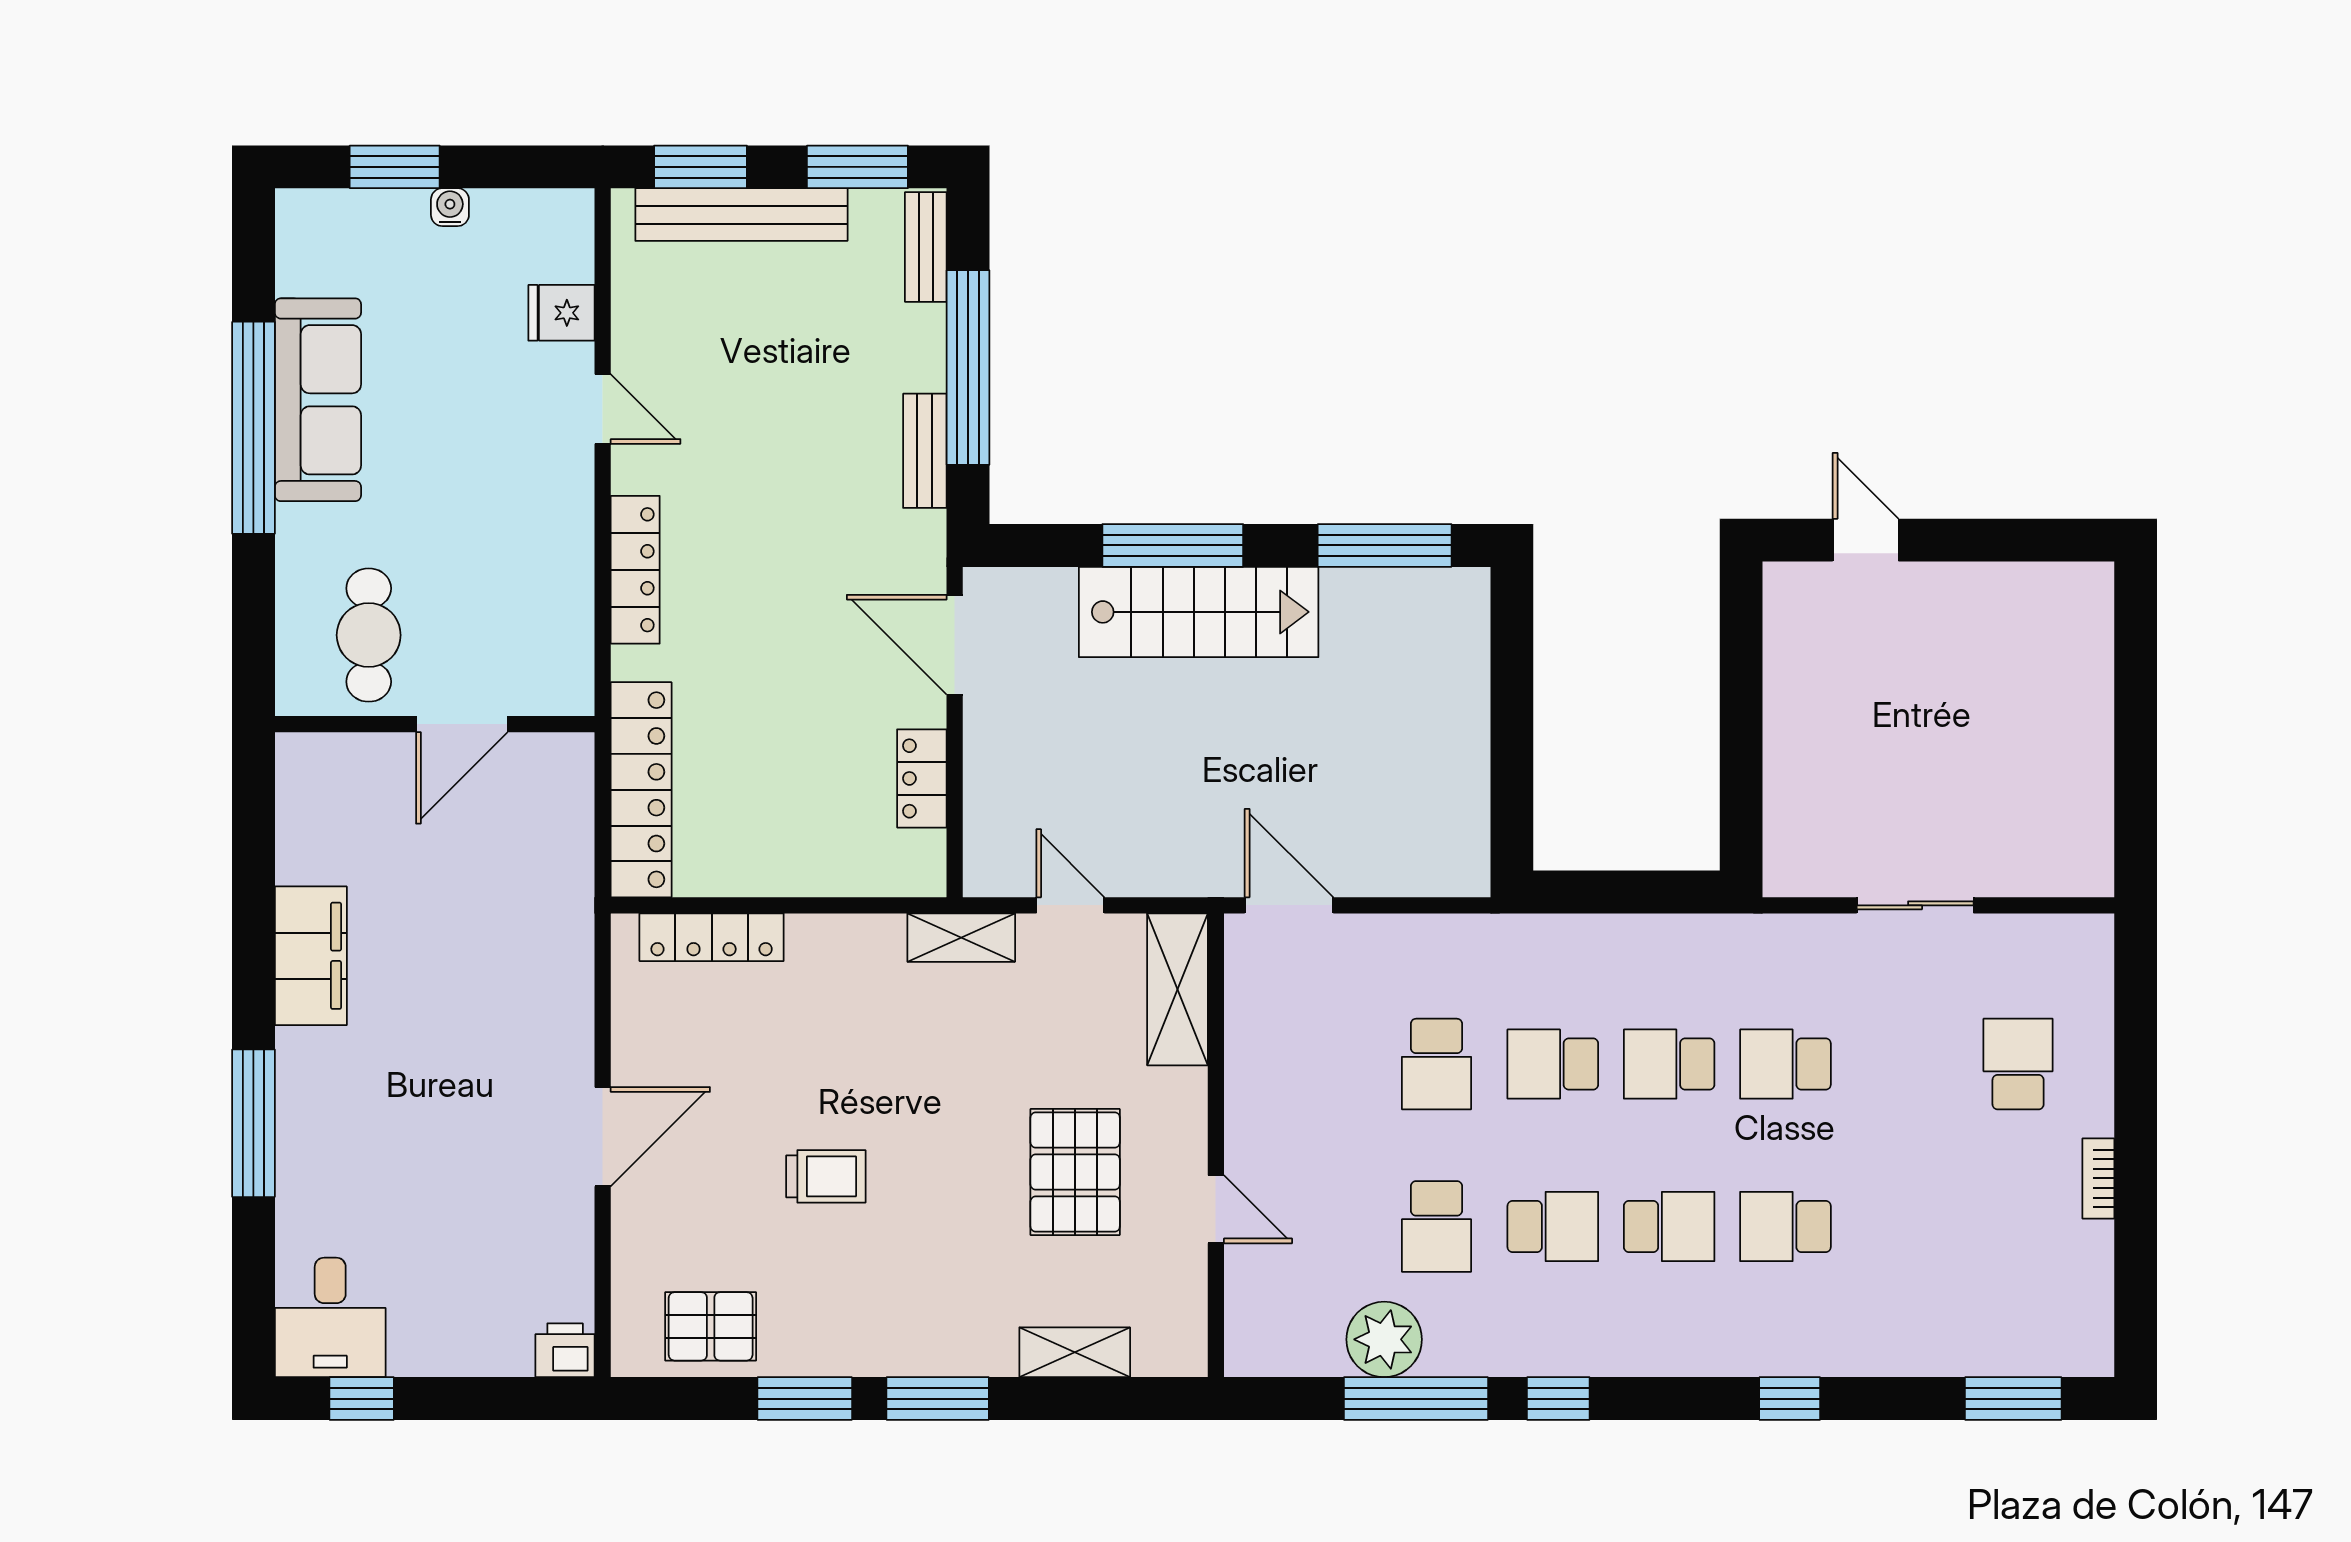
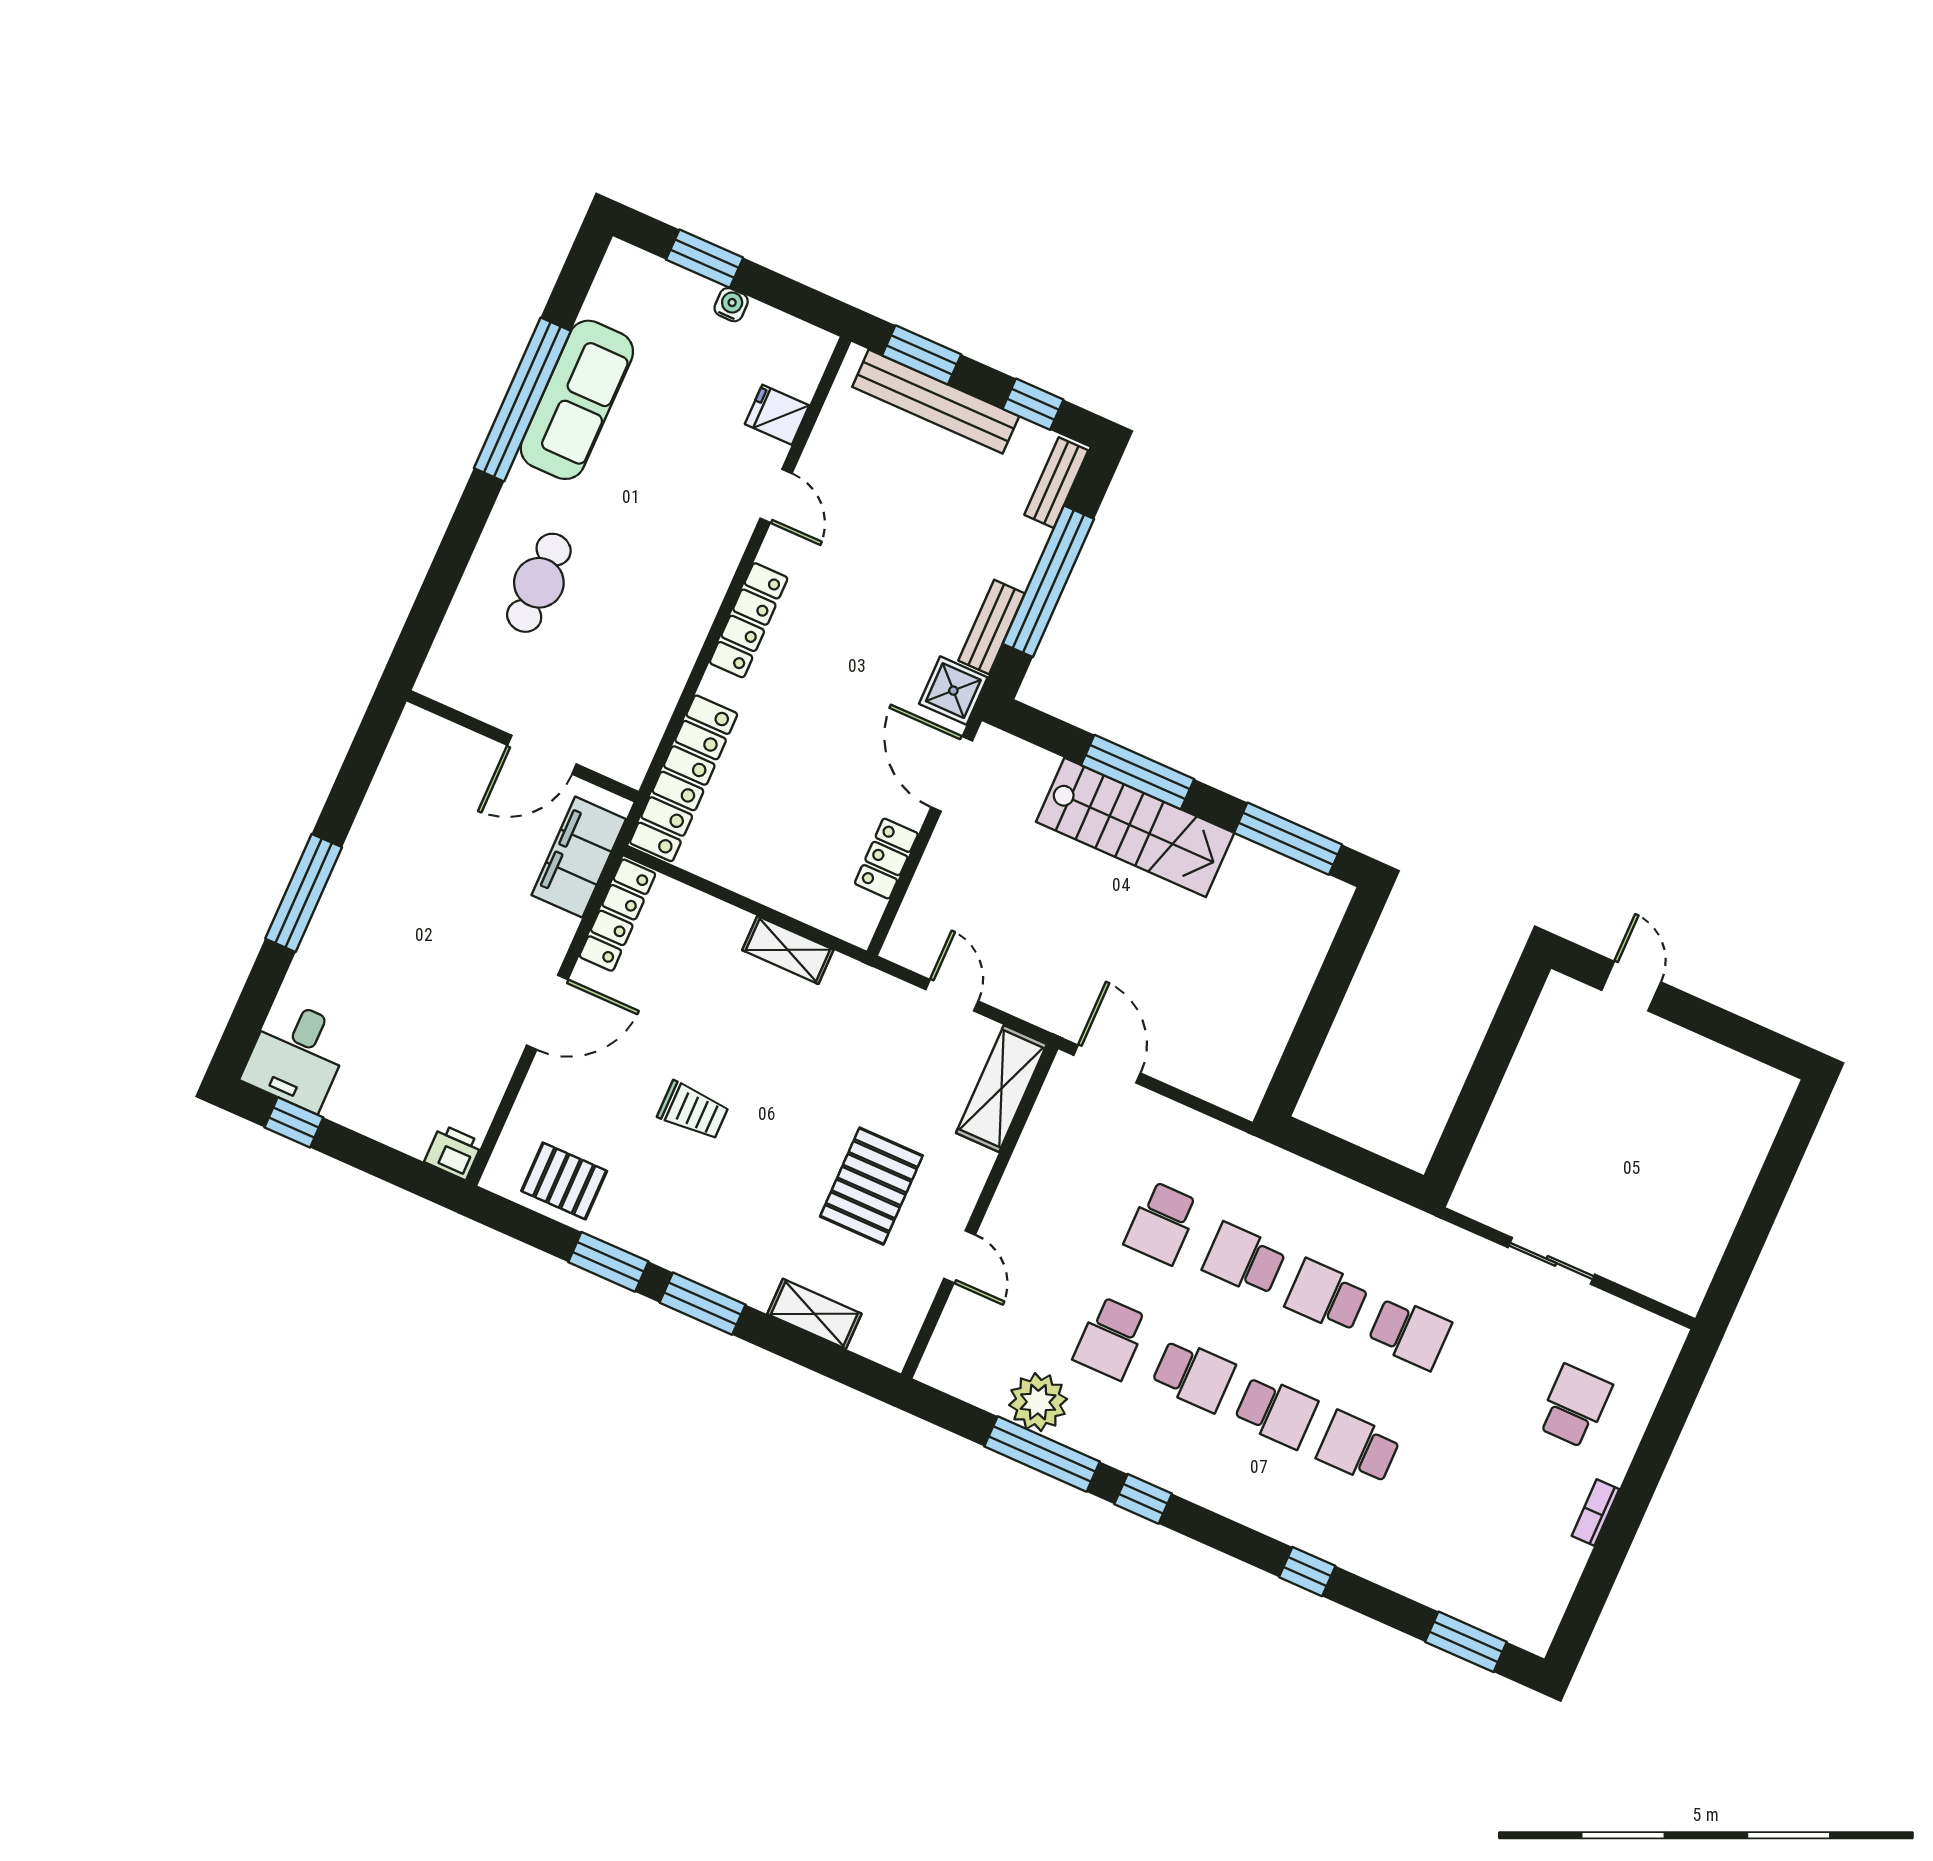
window: (857, 167) -> (1033, 404), width x0.67
shower: (913, 546) -> (953, 691), added
wall: (435, 724) -> (523, 746), moved
door: (462, 724) -> (542, 755), moved
locker: (712, 937) -> (617, 915), moved, turned -90
shelving: (961, 938) -> (788, 950), moved
filing cabinet: (311, 956) -> (579, 857), moved, turned 180
school desk: (1785, 1064) -> (1409, 1333), turned 180

